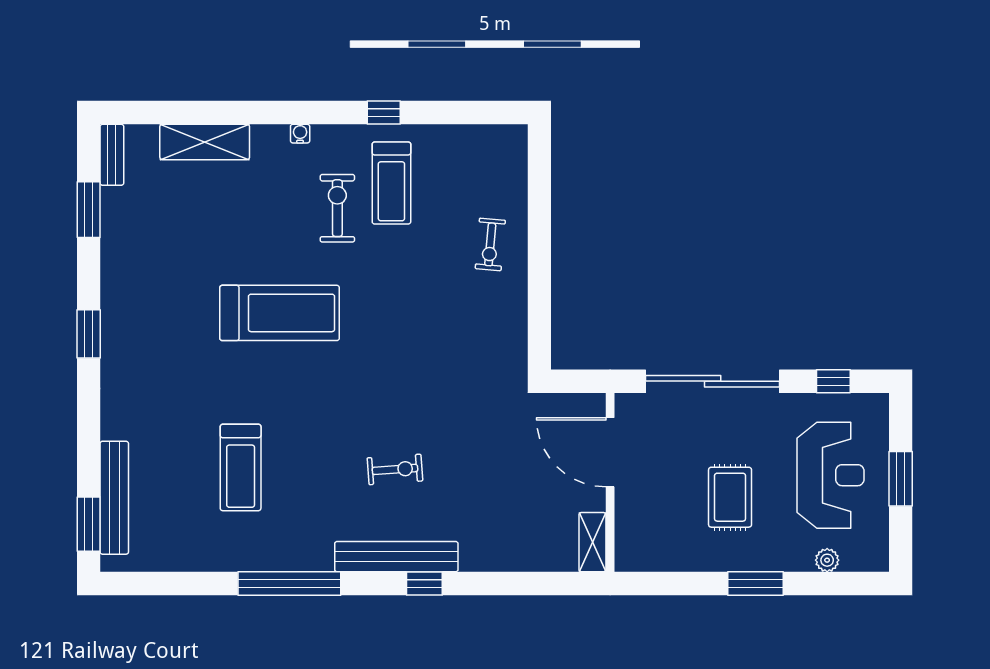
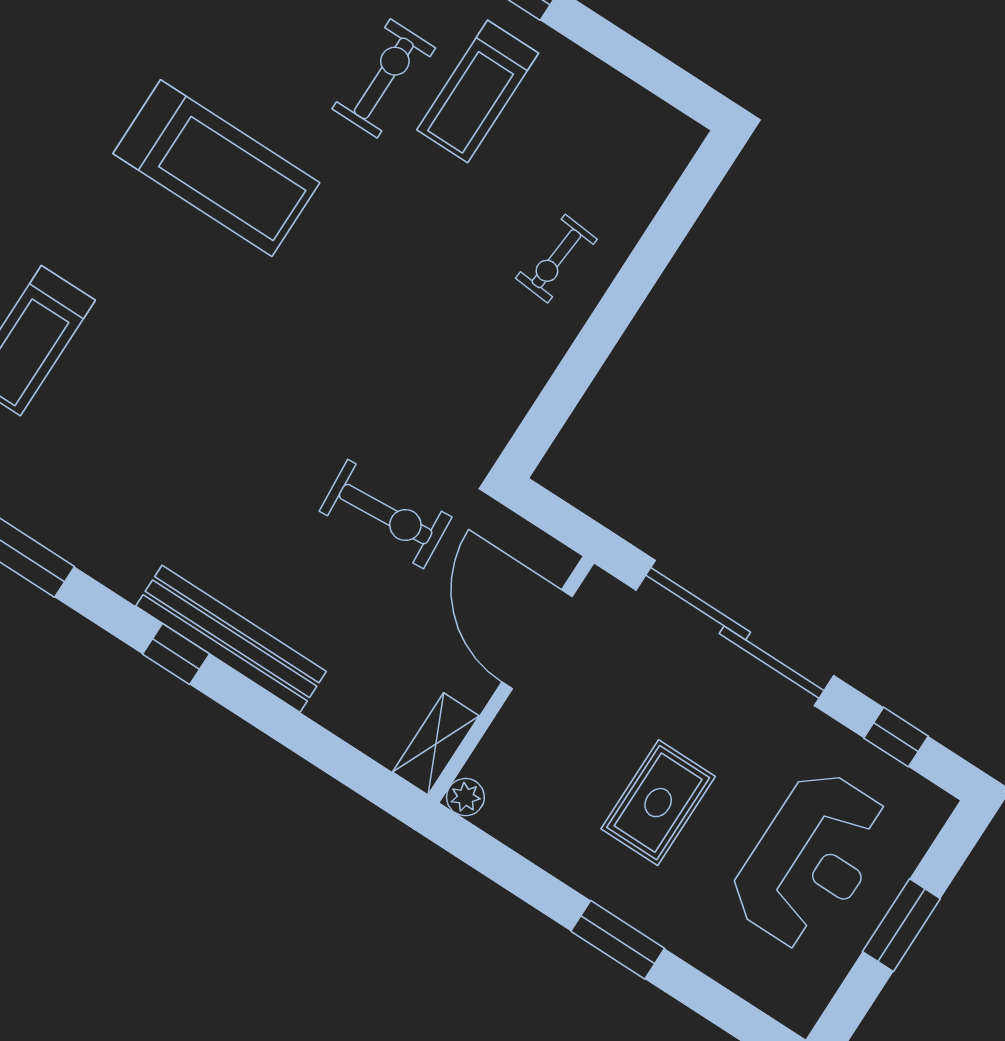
exercise bike: (395, 469) -> (386, 514), moved, width x1.38, depth x1.39
bench: (396, 557) -> (231, 639), moved
plant: (827, 560) -> (465, 797), moved

